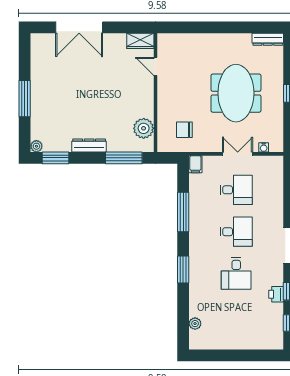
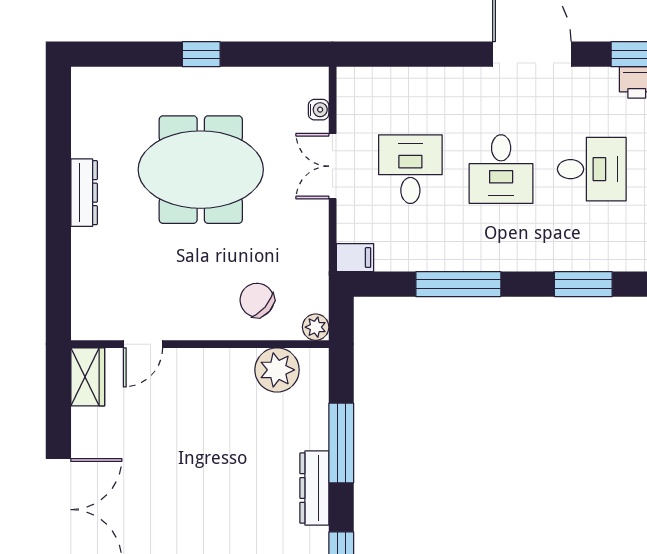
dresser: (268, 39) -> (84, 193), moved
chair: (184, 130) -> (257, 300), moved, turned 131
plant: (163, 146) -> (316, 327), added
window: (124, 158) -> (341, 443), moved
desk: (236, 232) -> (501, 169), turned 180

